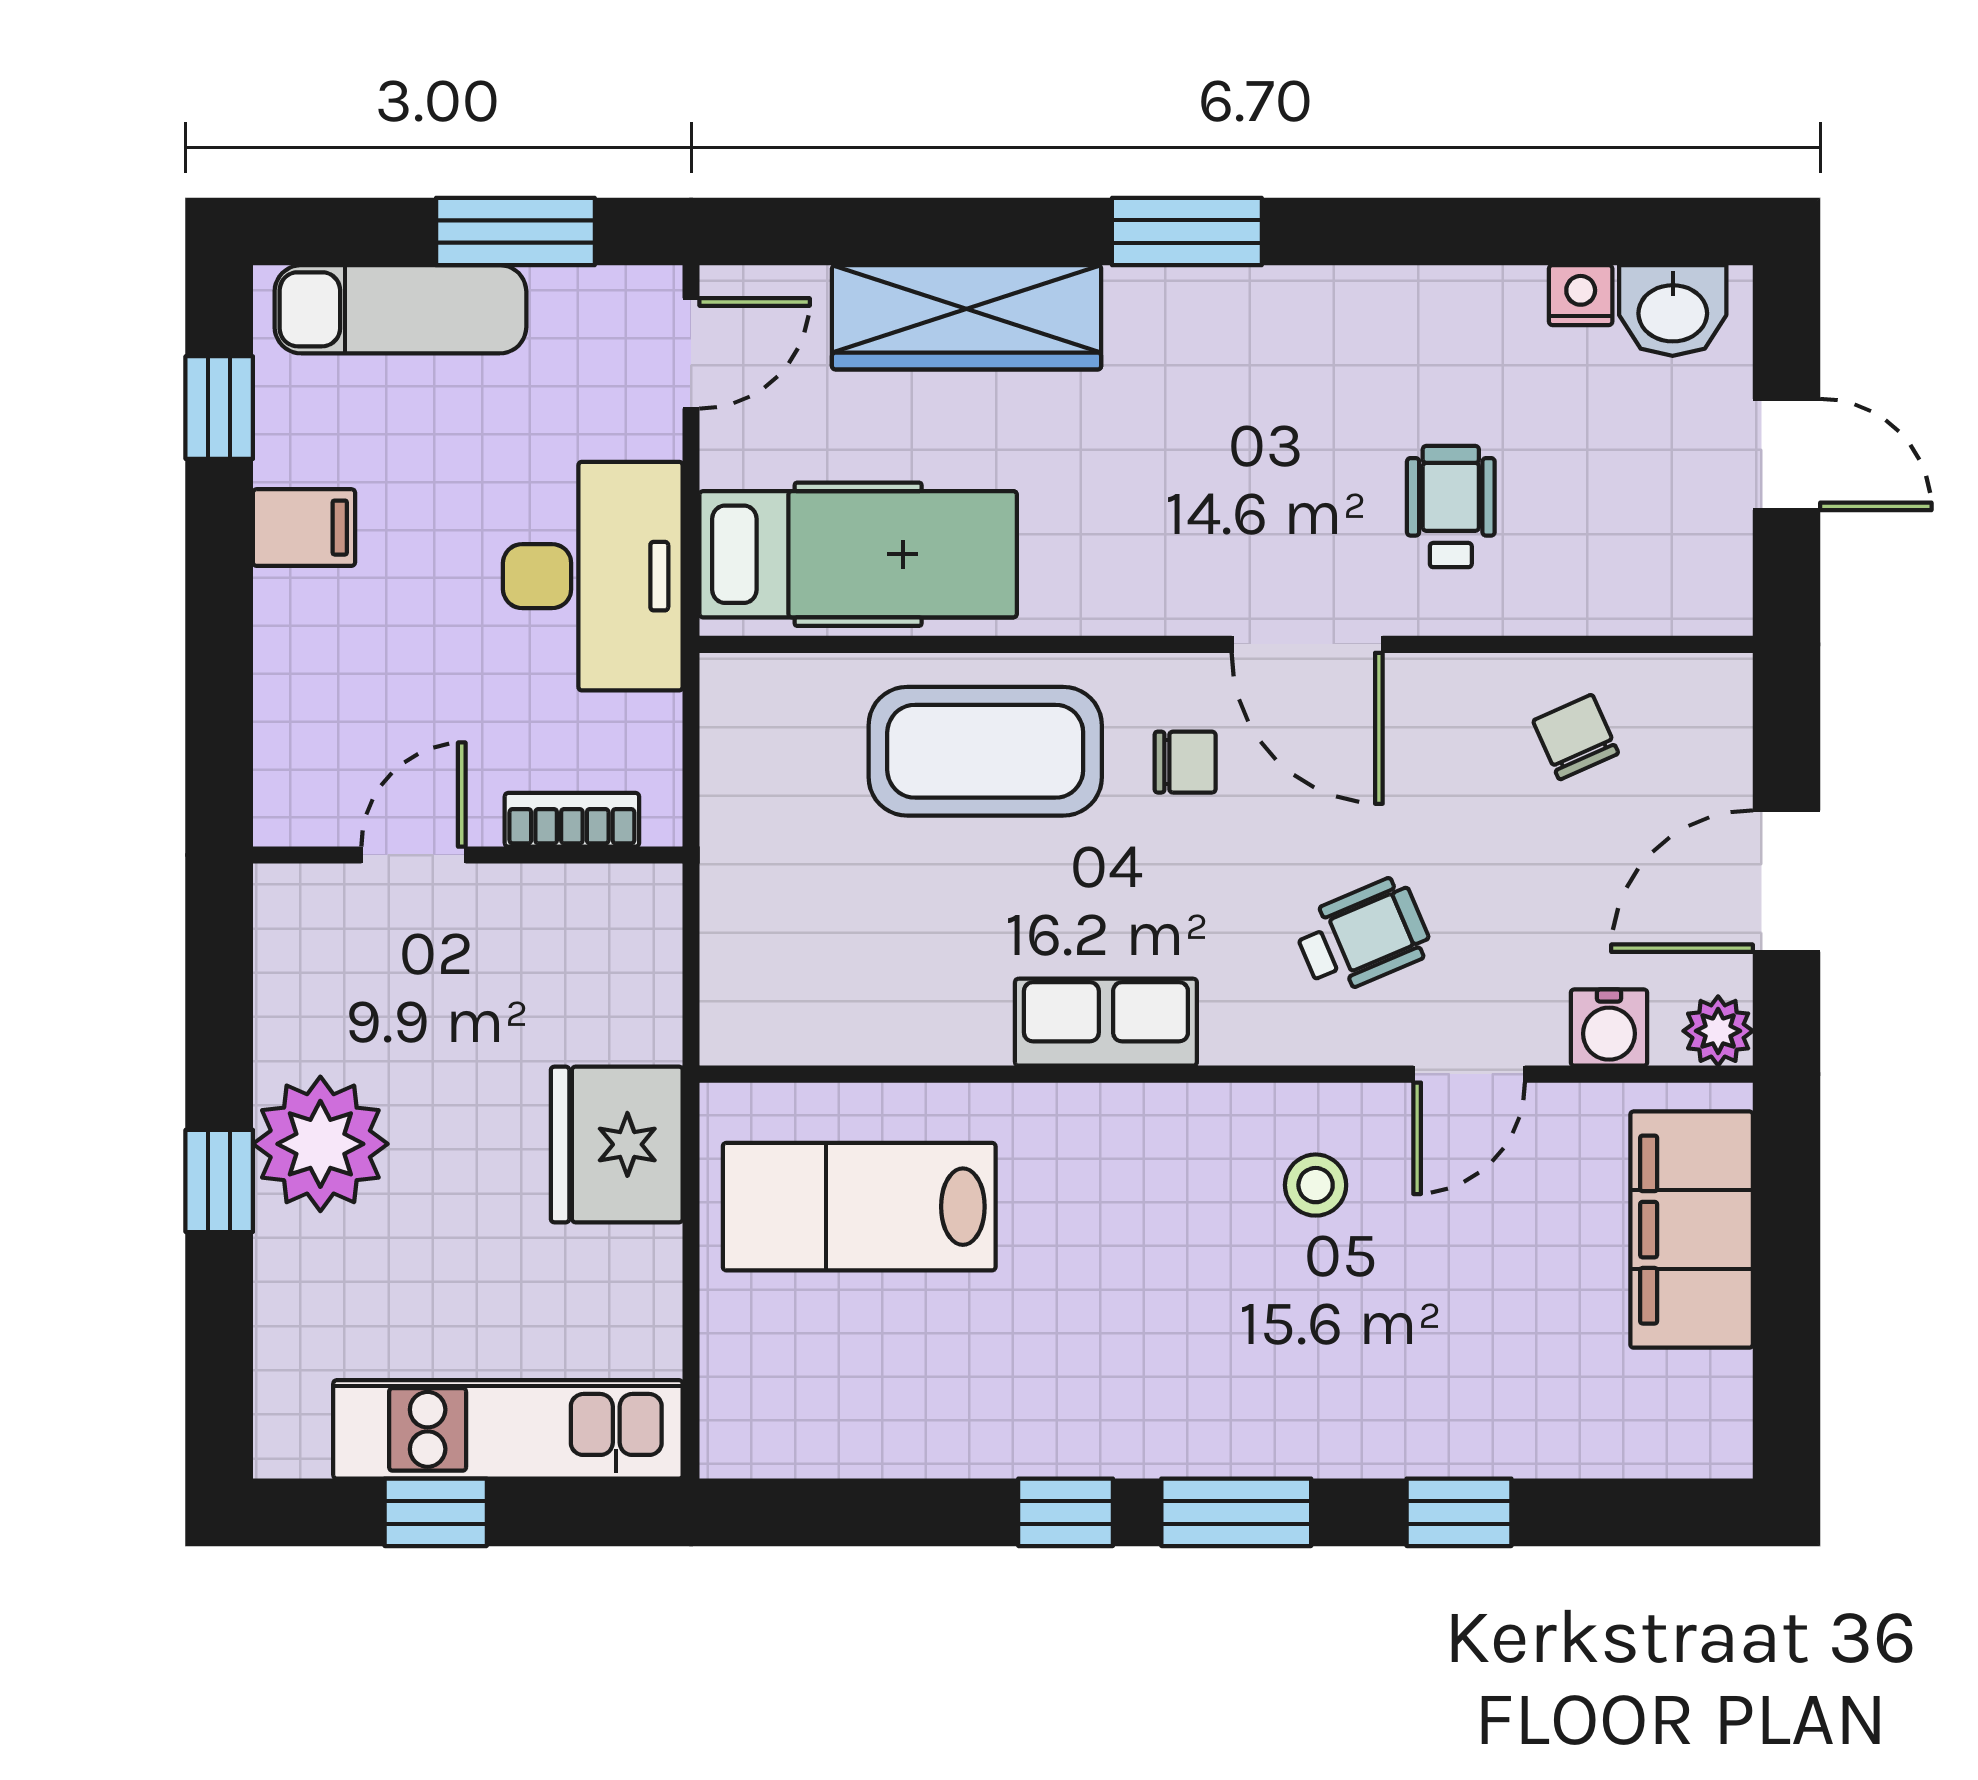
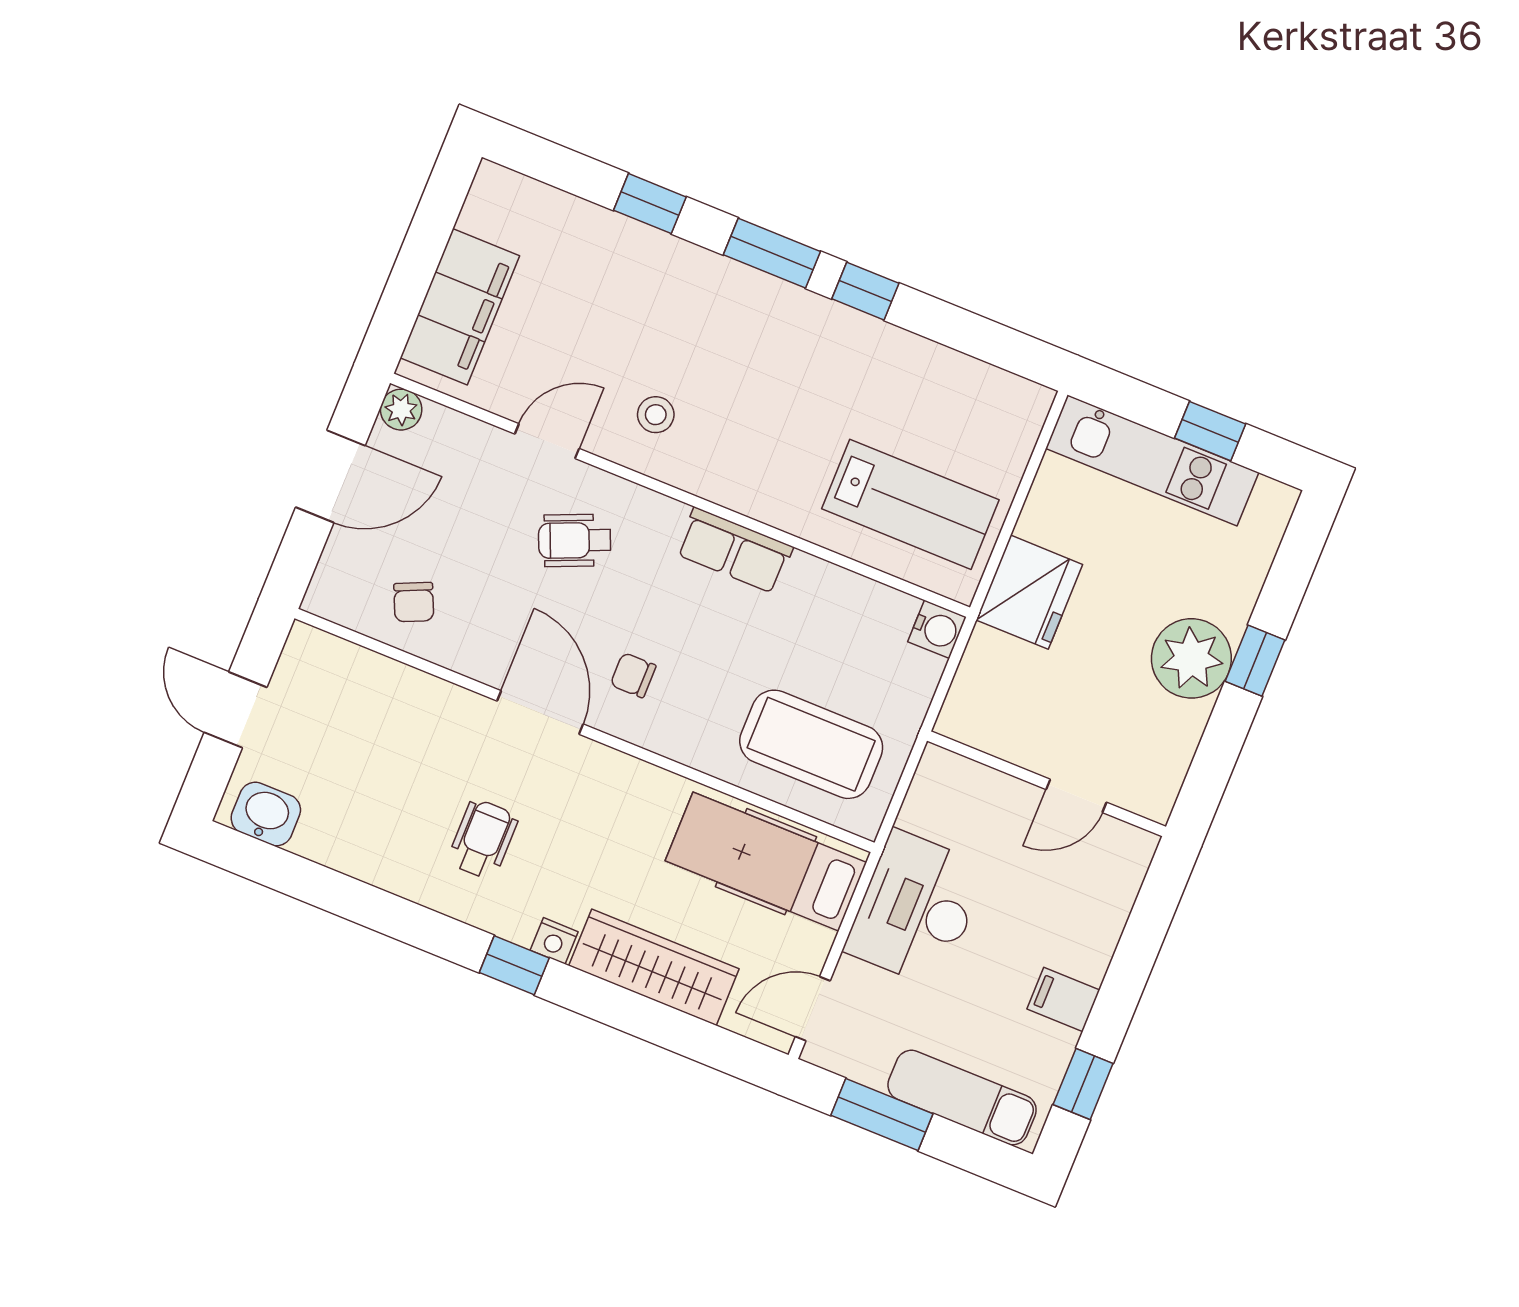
window: (1187, 231) -> (514, 965), width x0.67
nightstand: (1581, 295) -> (554, 941), moved
wheelchair: (1451, 507) -> (483, 839), moved, turned 180
coffee table: (985, 751) -> (811, 744), moved
bookcase: (572, 820) -> (982, 780), removed
water cooler: (1609, 1028) -> (937, 629), moved, turned 90

